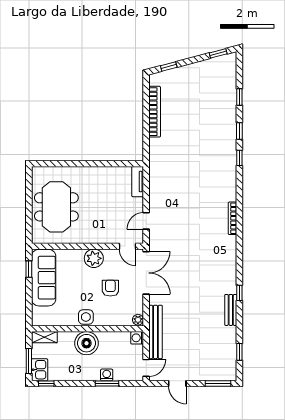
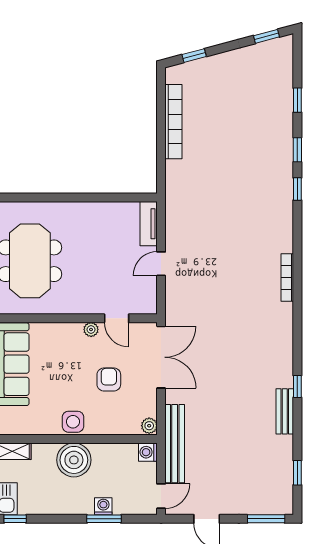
door: (146, 221) -> (161, 264), moved
door: (128, 246) -> (117, 318), moved
plant: (94, 258) -> (91, 329), width x0.53, depth x0.53

